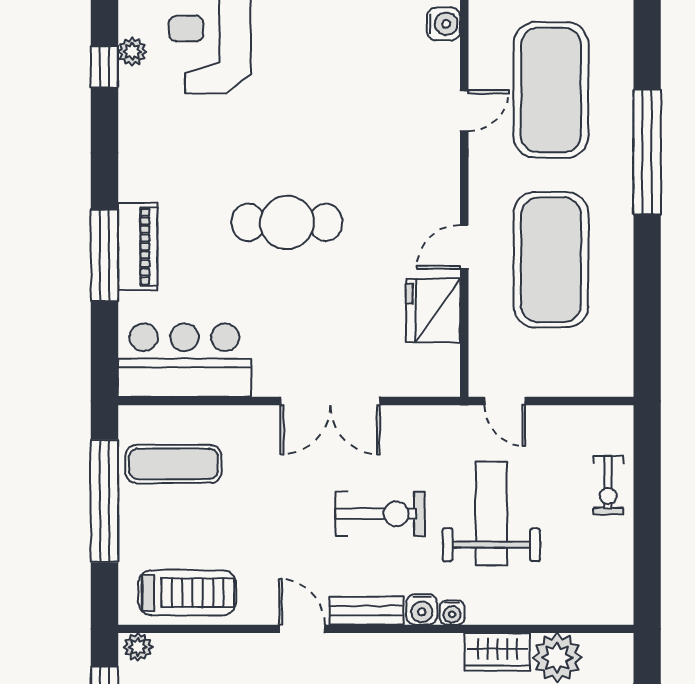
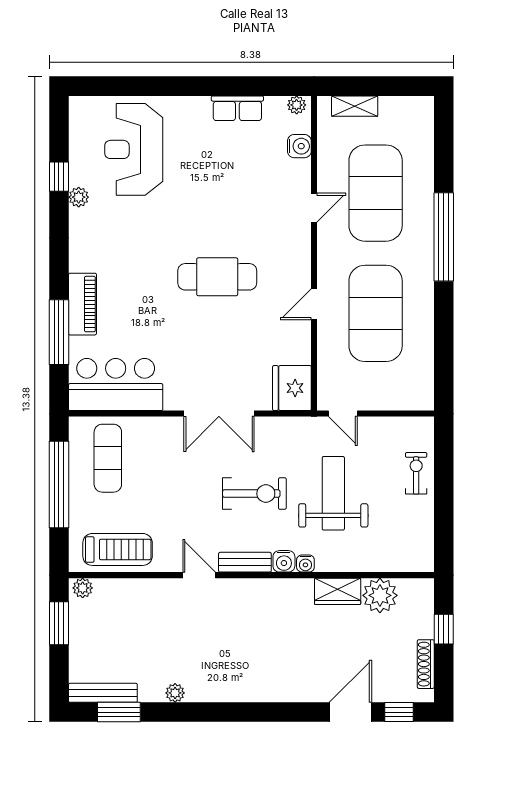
plant: (132, 52) -> (79, 197), moved
cafe table: (287, 222) -> (217, 277), moved
window: (104, 255) -> (59, 332), moved
fridge: (433, 311) -> (292, 388), moved
exercise mat: (173, 464) -> (108, 458), turned 90
exercise bike: (608, 485) -> (416, 473), turned 180

